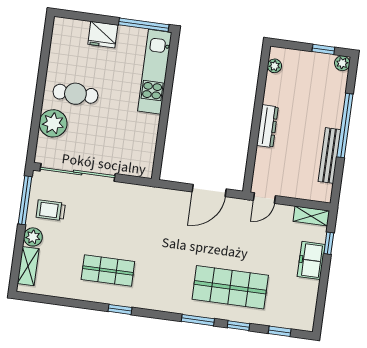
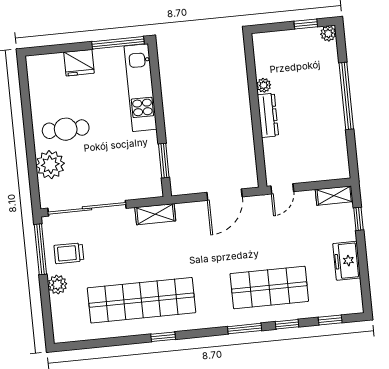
plant: (274, 66) -> (264, 85), moved
window: (160, 145) -> (164, 161), added
bench: (329, 156) -> (338, 130), removed
freezer: (311, 260) -> (347, 261), moved
shelving: (28, 266) -> (155, 214), moved, turned 90
shop shelf: (108, 270) -> (142, 300), width x2.00, depth x1.36

